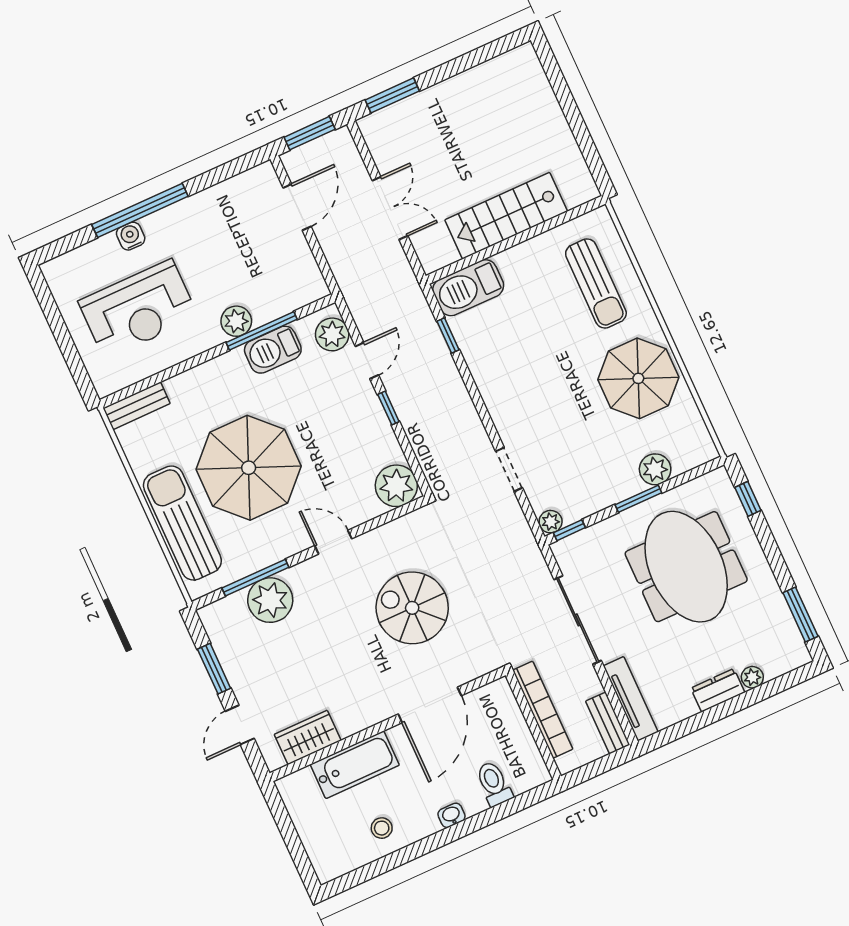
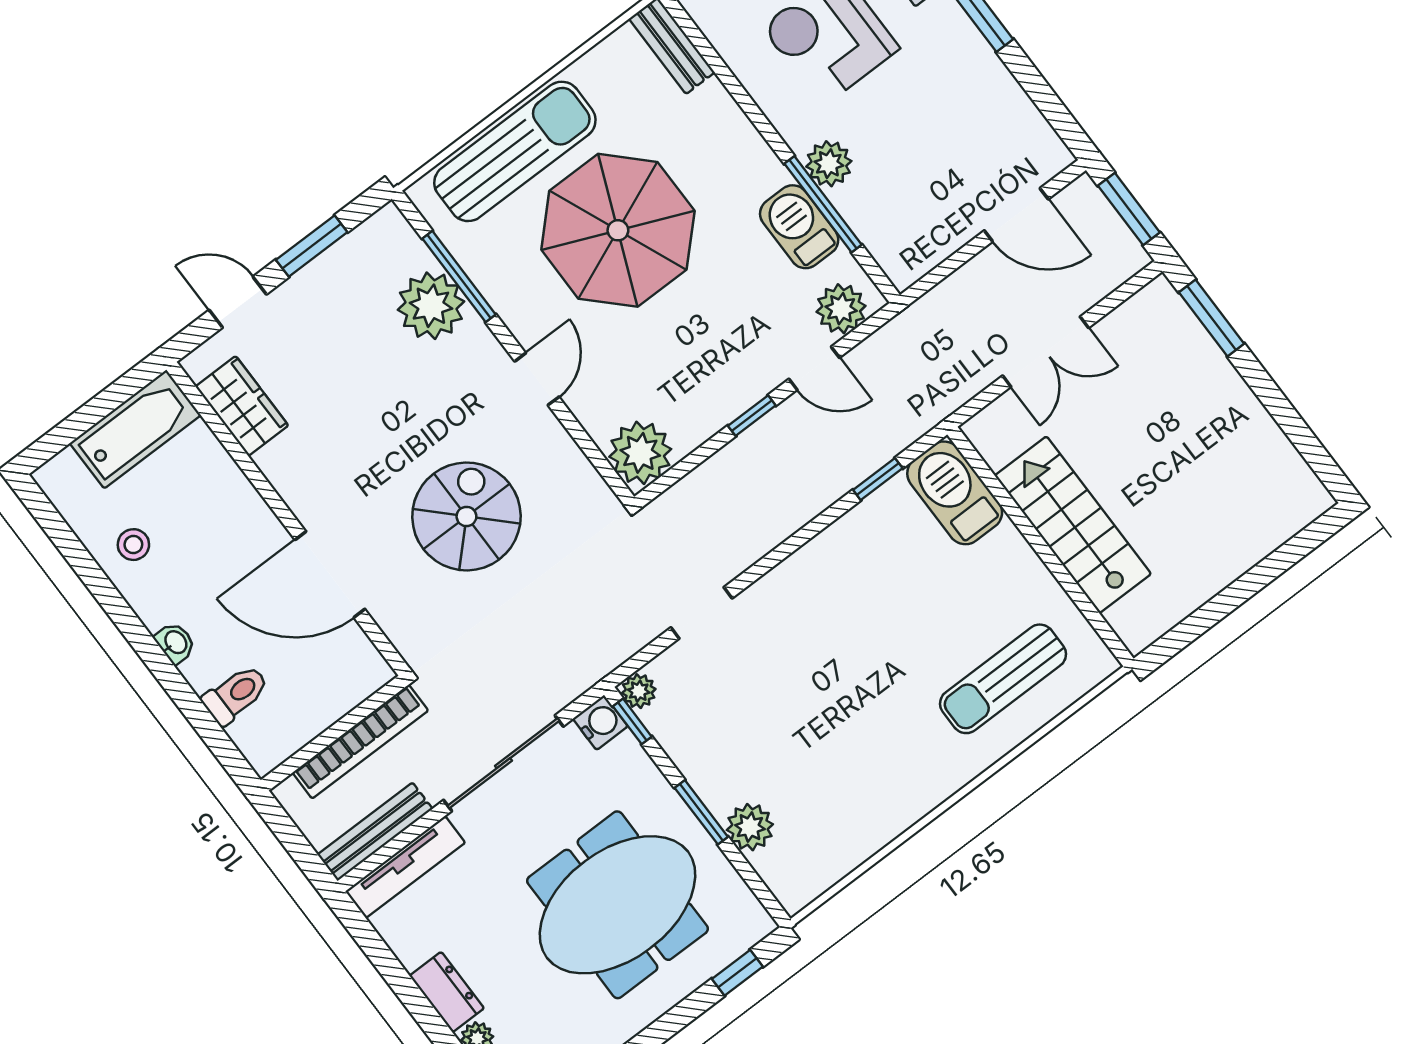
parasol: (638, 378) -> (878, 772), removed
water cooler: (565, 551) -> (600, 723), added
bench: (608, 723) -> (375, 832), width x1.36
bathtub: (355, 765) -> (135, 429), moved, turned -90

